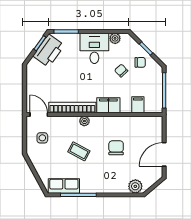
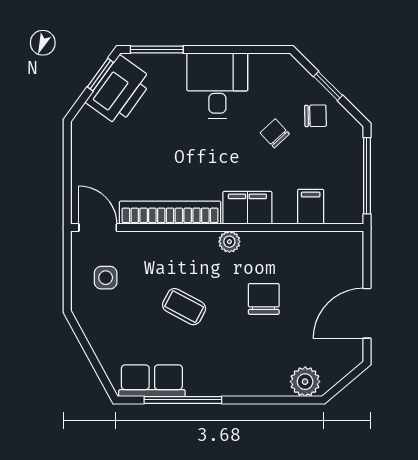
plant: (115, 38) -> (262, 64), removed
plant: (84, 121) -> (229, 242), moved

